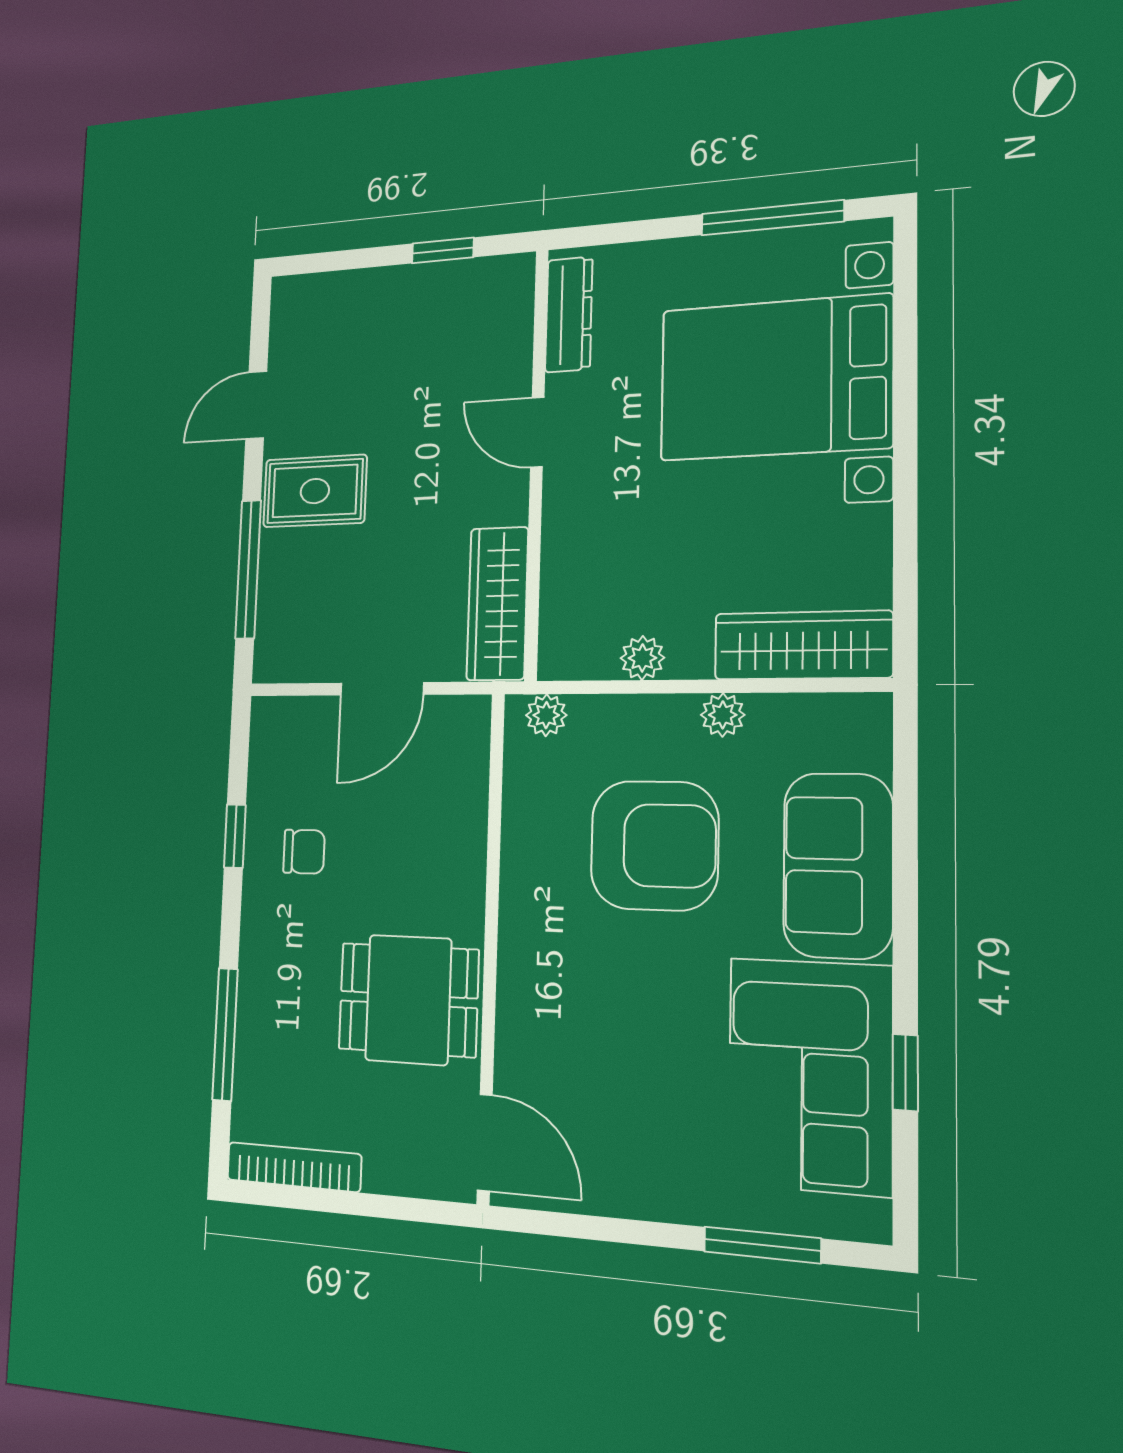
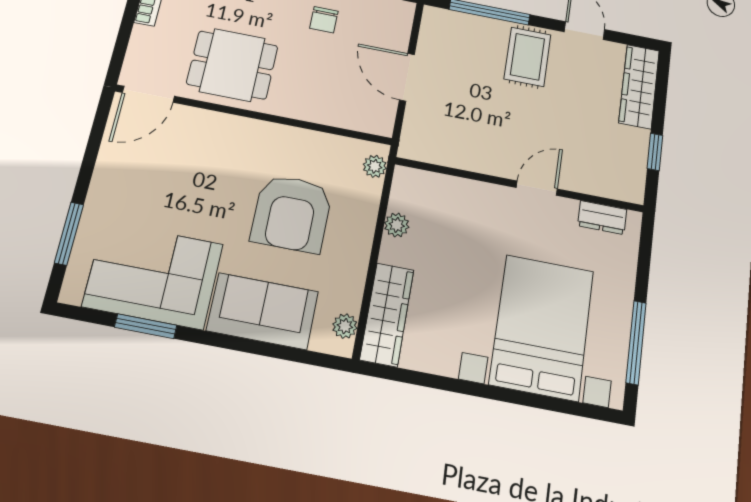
dresser: (569, 314) -> (602, 218), width x0.70
wardrobe: (497, 604) -> (639, 86), moved, turned -90
plant: (723, 715) -> (345, 326), moved
dining table: (408, 1000) -> (232, 65), turned 90
window: (905, 1072) -> (146, 326), width x1.50

